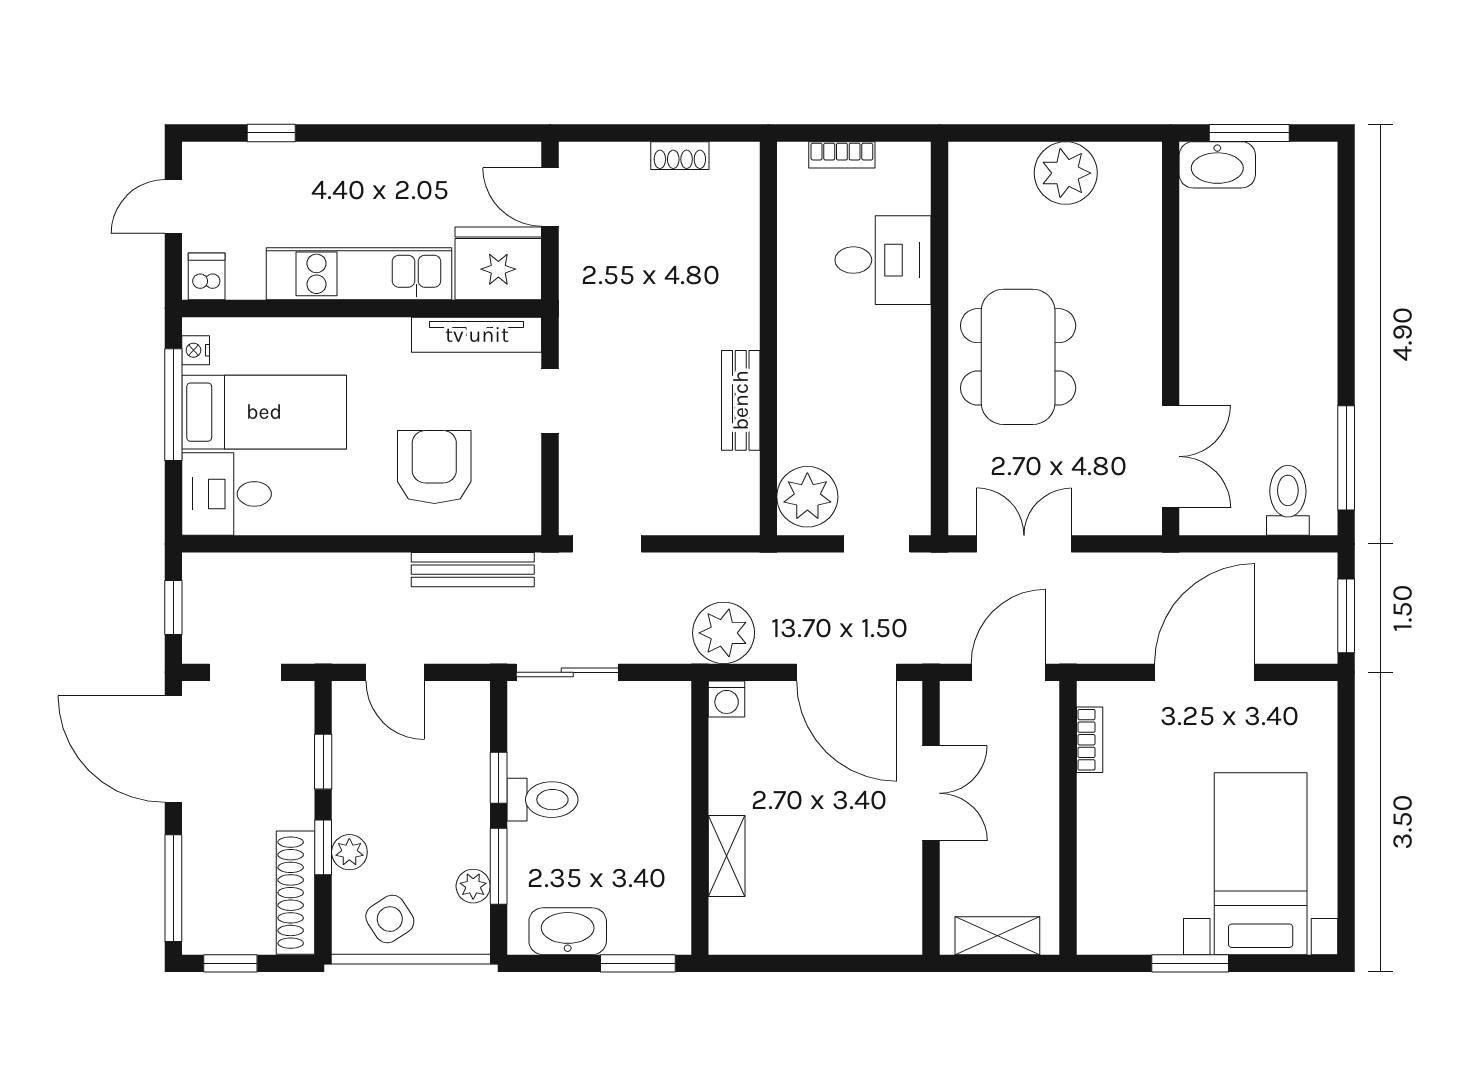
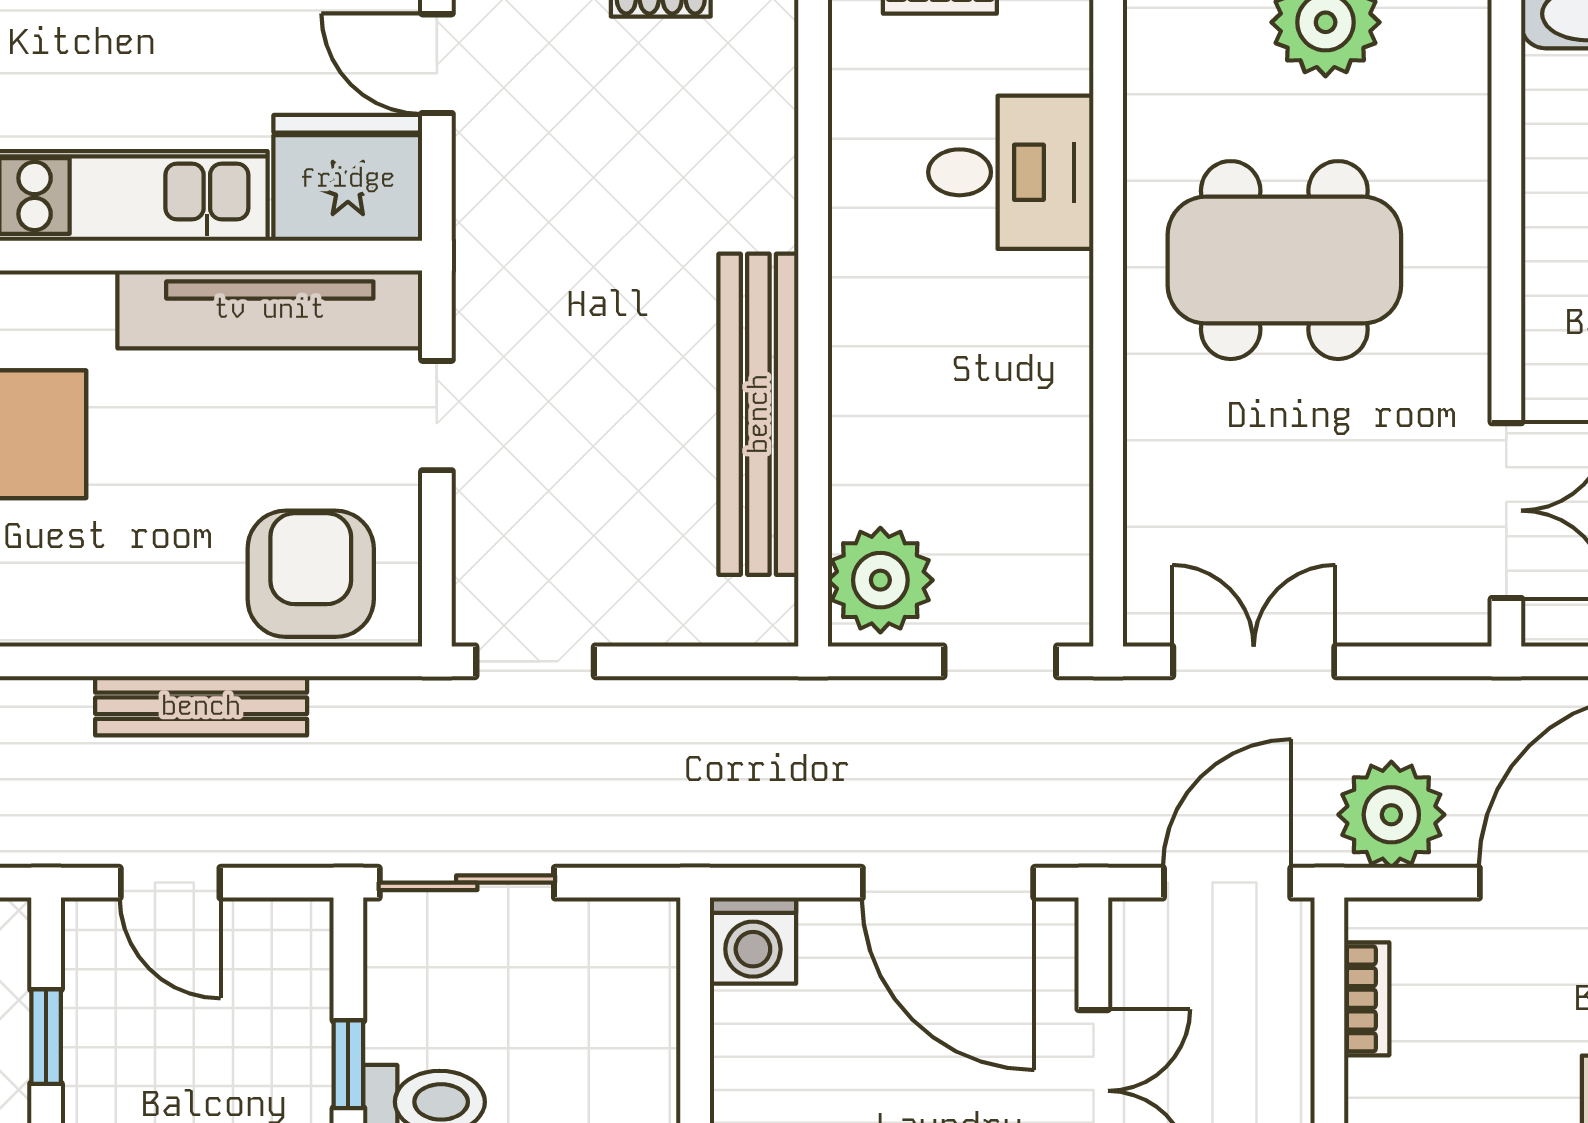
tv unit: (477, 335) -> (270, 309), width x1.36, depth x1.29
dining table: (1018, 357) -> (1284, 260), moved, turned 90
bench: (741, 400) -> (758, 414), width x1.86, depth x1.21
armchair: (434, 467) -> (311, 574), moved
bench: (473, 570) -> (201, 706), moved
plant: (724, 633) -> (1391, 815), moved
washing machine: (727, 699) -> (753, 941), width x1.38, depth x1.38

